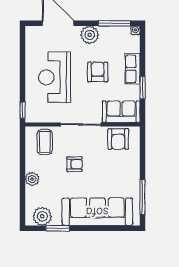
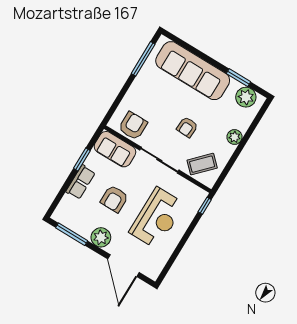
water cooler: (135, 30) -> (56, 216), removed
coffee table: (45, 142) -> (202, 164), turned 44
armchair: (74, 164) -> (187, 127), turned -87

